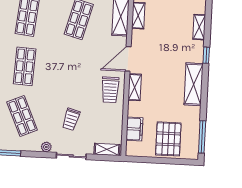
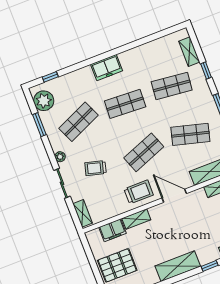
shop shelf: (76, 69) -> (144, 152), added
shelving: (135, 87) -> (136, 219), moved
trolley: (110, 90) -> (139, 192), turned 180

